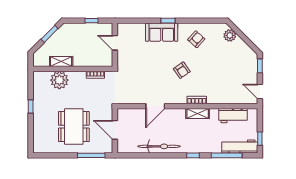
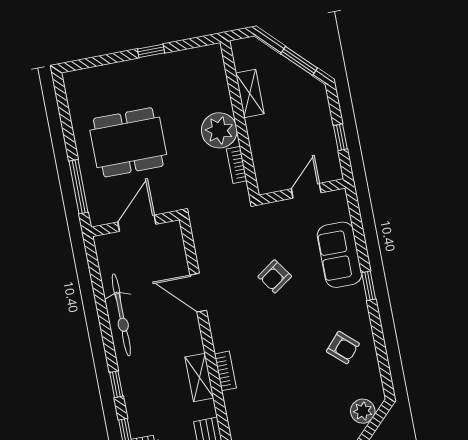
sofa: (162, 32) -> (340, 255), moved
armchair: (182, 70) -> (275, 276), moved
plant: (59, 80) -> (219, 130), moved

